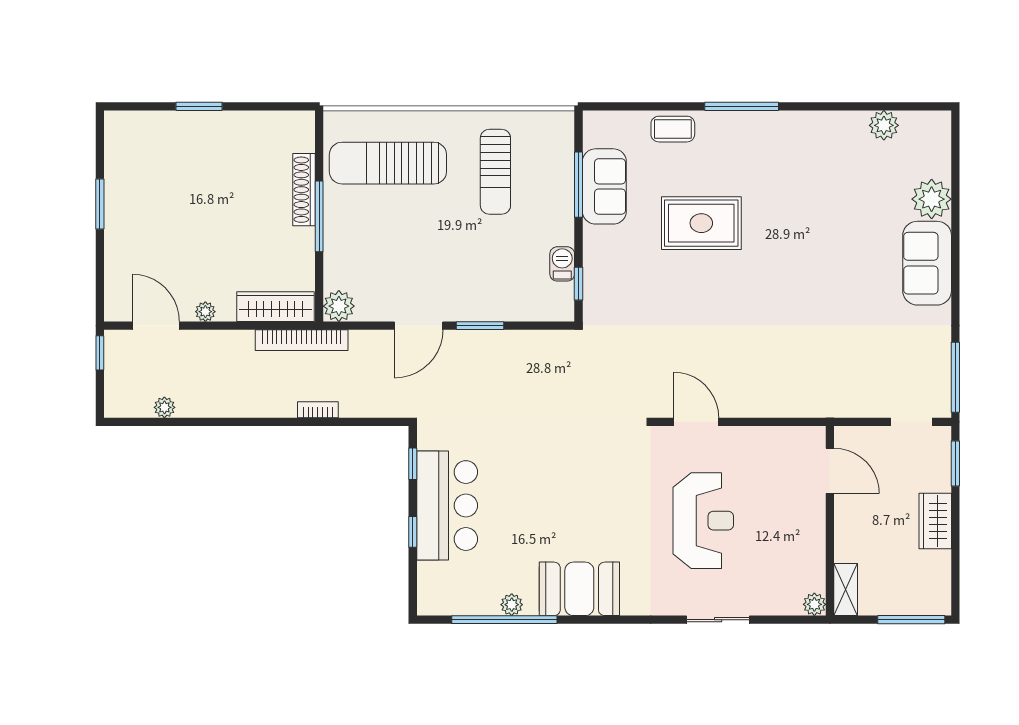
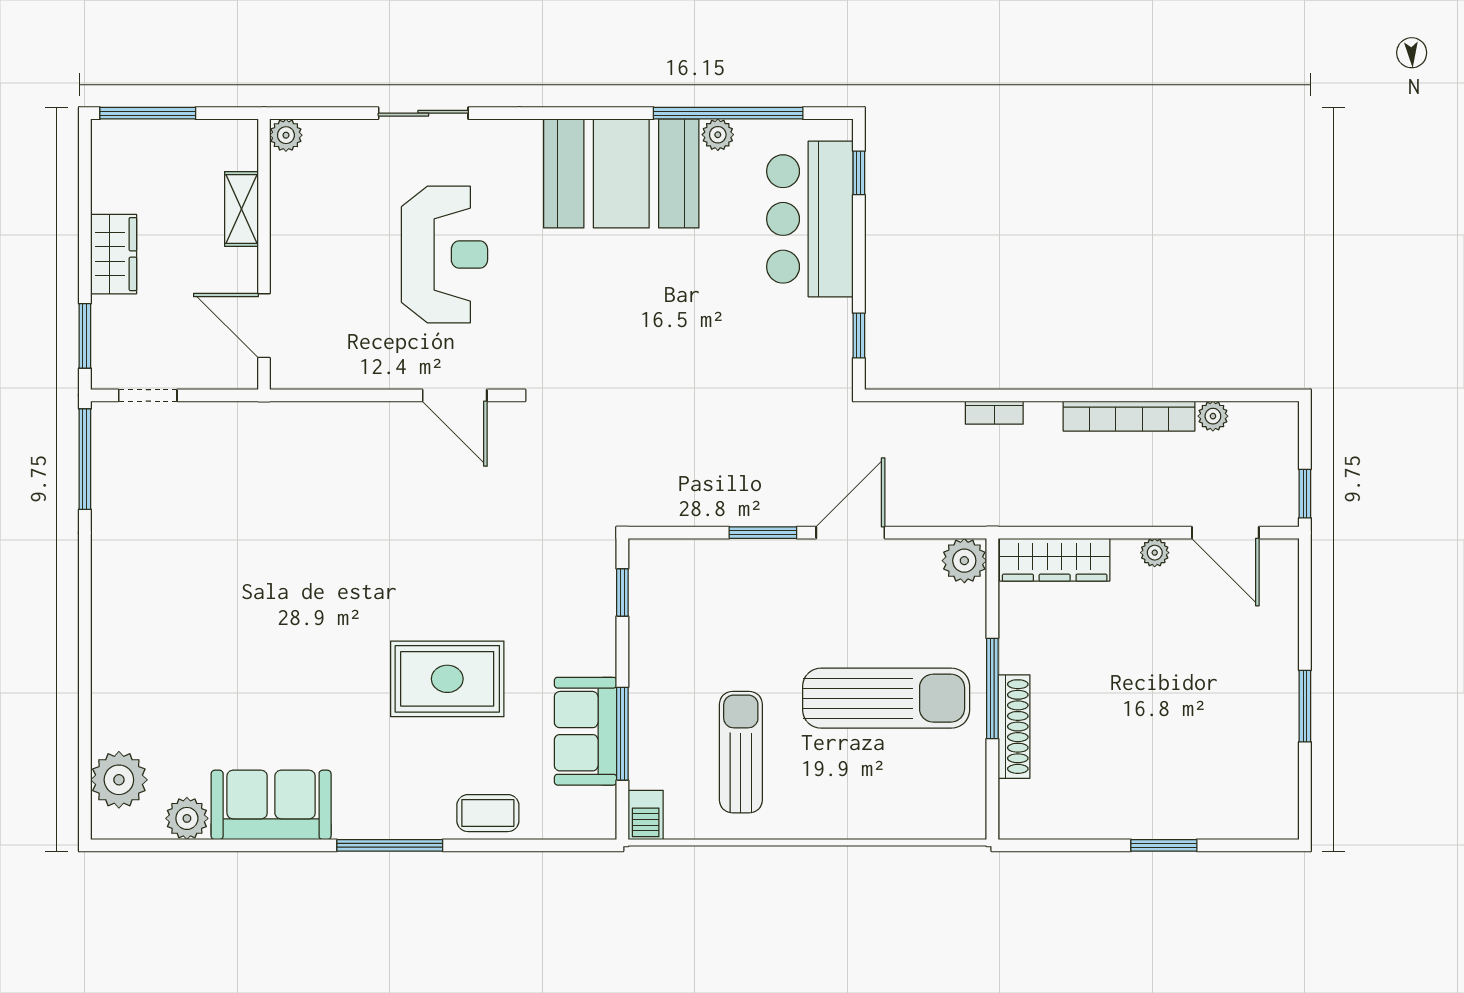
sun lounger: (388, 163) -> (886, 698), moved
plant: (932, 199) -> (119, 780), moved
sofa: (927, 263) -> (271, 805), moved, turned -90
barbecue: (562, 264) -> (646, 815), moved
bookcase: (302, 340) -> (1129, 416), moved, turned 180
bar counter: (447, 506) -> (810, 219), moved
reception desk: (703, 521) -> (445, 255), turned 180
window: (413, 532) -> (859, 173), moved
booth: (579, 589) -> (621, 173), width x1.36, depth x1.42
shelving: (846, 590) -> (241, 209), moved

